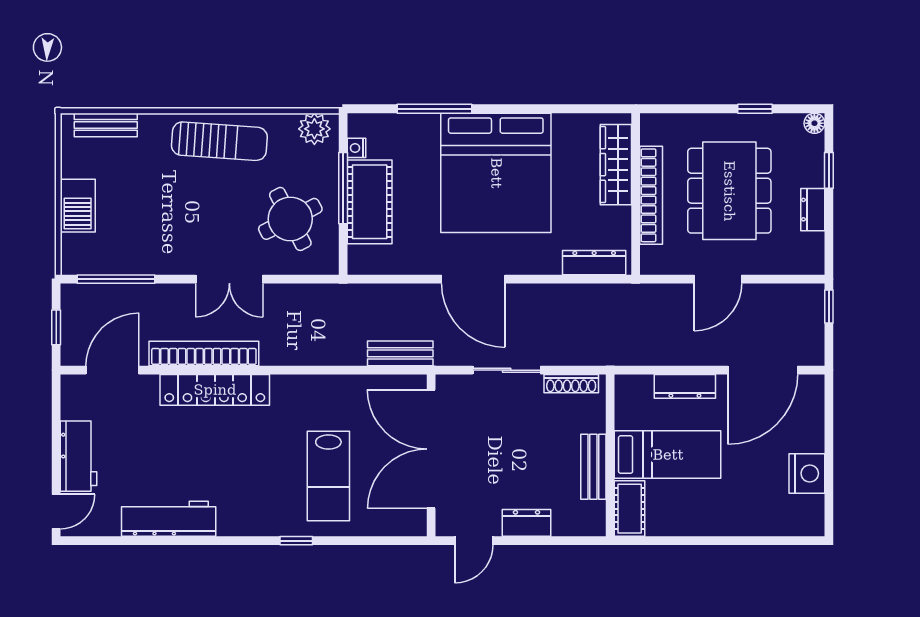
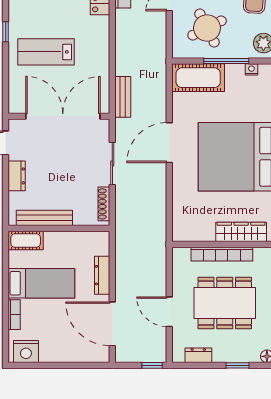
cot: (370, 202) -> (198, 78), moved
dresser: (813, 210) -> (198, 355), moved
dresser: (594, 263) -> (180, 218), removed
door: (718, 279) -> (169, 312), moved
bed: (668, 455) -> (41, 283), moved, turned -90
bench: (593, 467) -> (44, 218), width x1.36
nightstand: (807, 473) -> (26, 352), moved
bookcase: (748, 527) -> (14, 315), added

